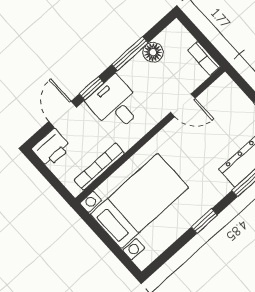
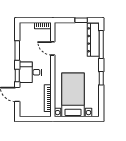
floor lamp: (153, 52) -> (24, 42), removed
door: (183, 105) -> (53, 48), swing flipped
printer: (51, 148) -> (26, 109), removed

